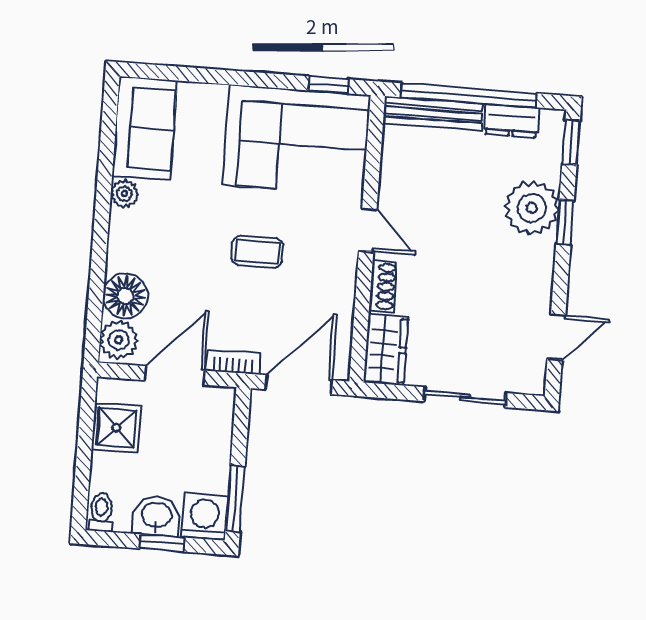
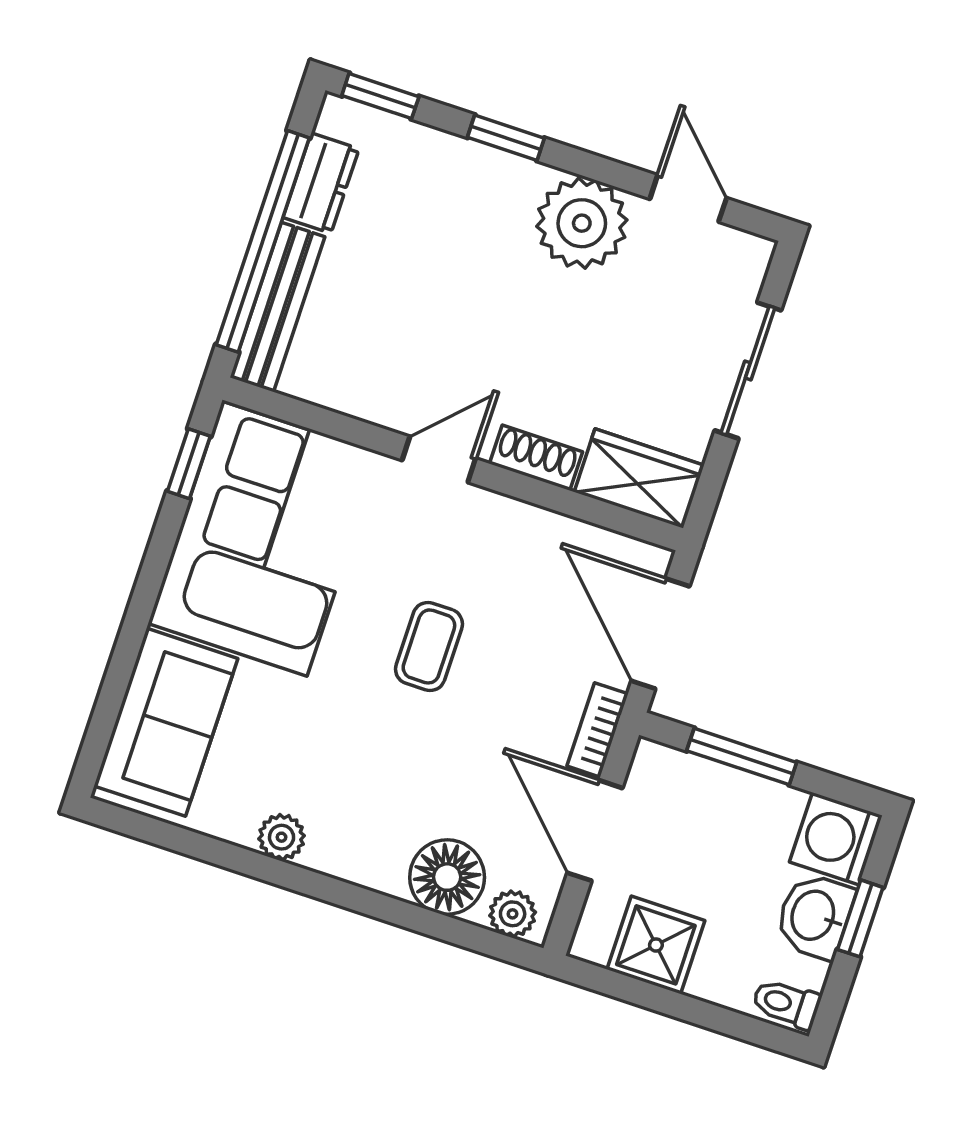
sofa: (145, 128) -> (166, 722), moved, turned 90
plant: (532, 208) -> (582, 223), moved
plant: (119, 340) -> (513, 914), width x0.73, depth x0.73
window: (235, 498) -> (742, 757), moved

